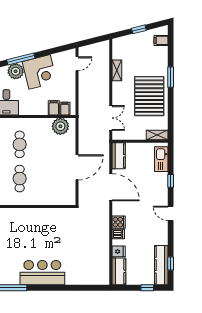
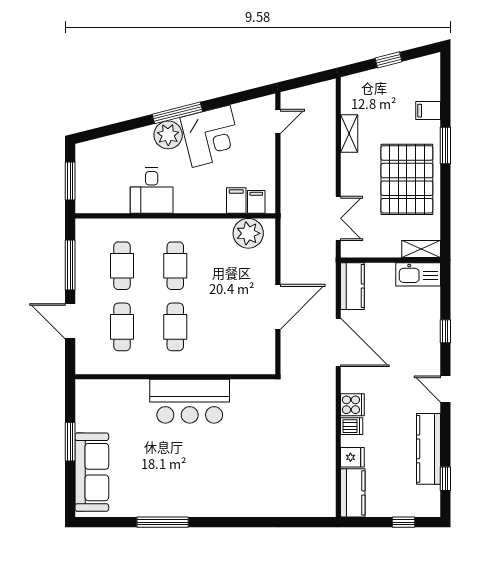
filing cabinet: (161, 40) -> (428, 111), moved
kitchen sink: (161, 159) -> (418, 274), moved, turned -90
kitchen counter: (161, 265) -> (429, 449), moved
bar counter: (42, 273) -> (190, 401), moved, turned 180

